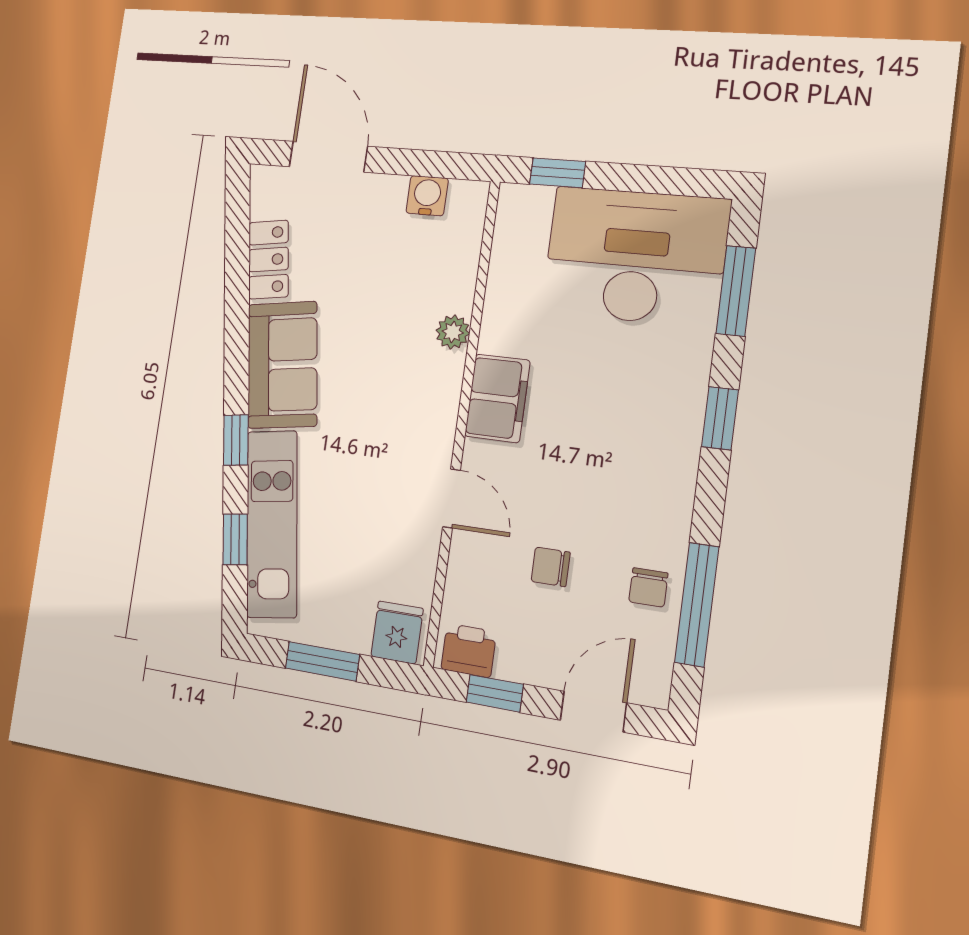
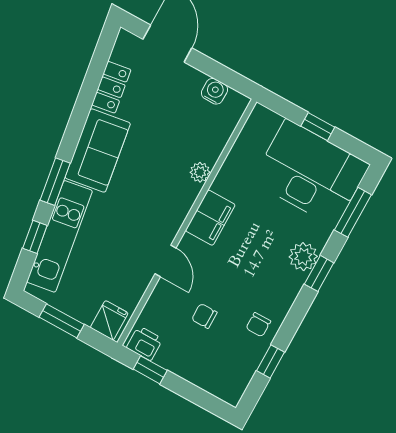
window: (558, 173) -> (318, 127), moved
plant: (680, 400) -> (303, 257), added
window: (236, 440) -> (55, 182), width x1.50
chair: (648, 587) -> (258, 325), moved
window: (697, 605) -> (271, 361), width x0.46
door: (593, 712) -> (198, 396), removed

